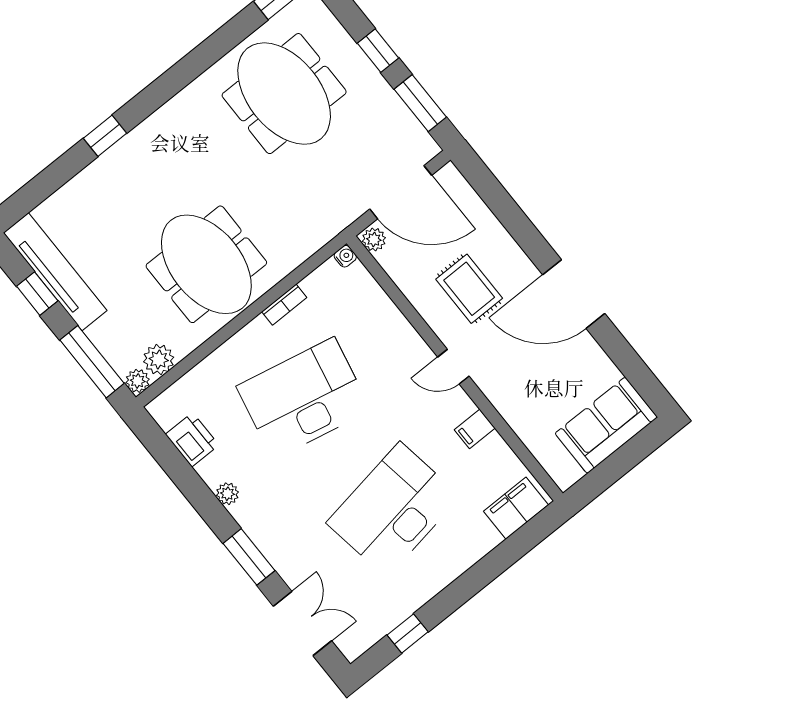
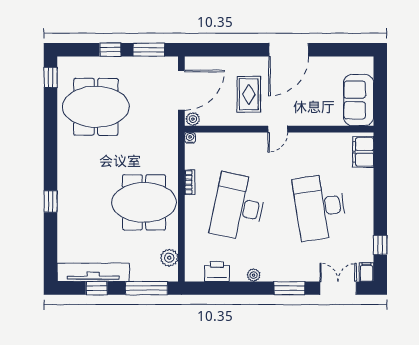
rug: (469, 289) -> (249, 94), turned 90
plant: (138, 381) -> (171, 275), removed
sofa: (606, 425) -> (359, 100), moved
filing cabinet: (475, 429) -> (366, 272), moved, turned 180

